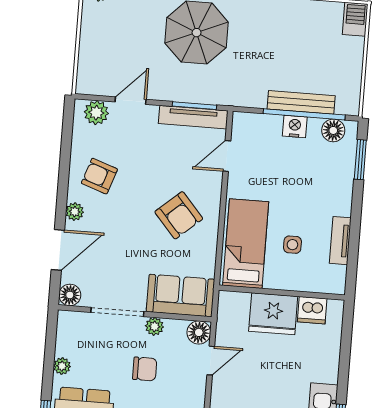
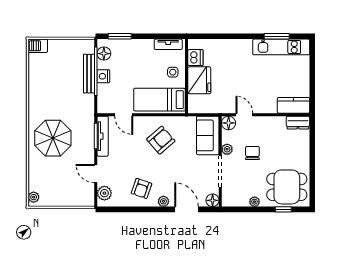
bed: (246, 244) -> (159, 100), moved
wall: (282, 293) -> (186, 76), moved
dishwasher: (312, 310) -> (195, 58), moved
fridge: (273, 314) -> (199, 80), moved

